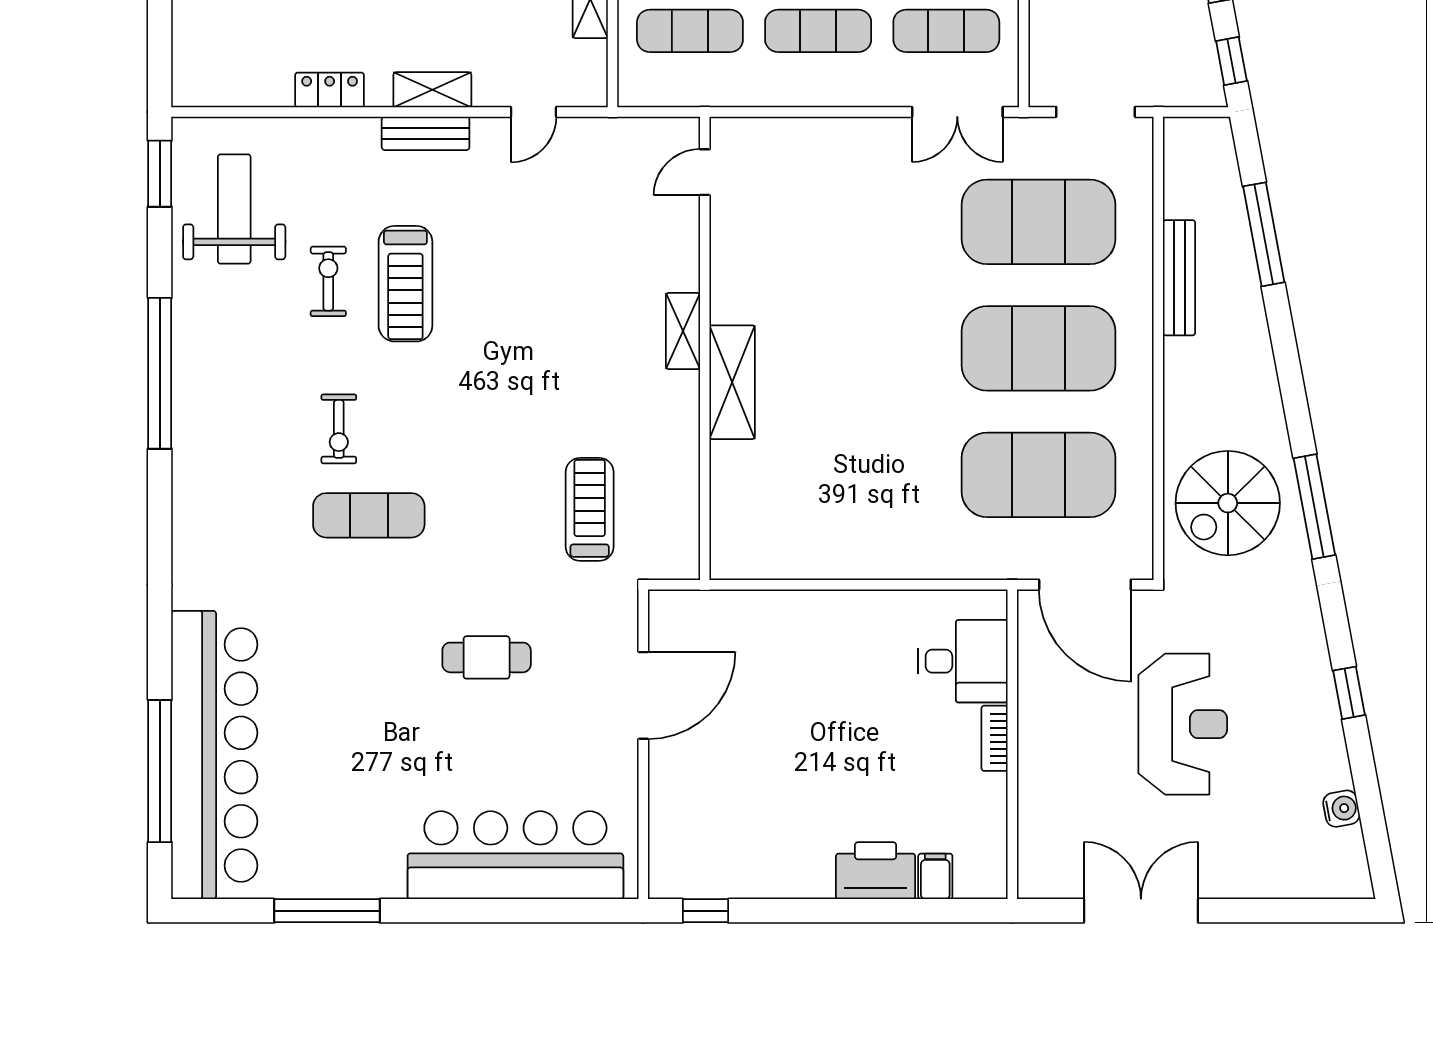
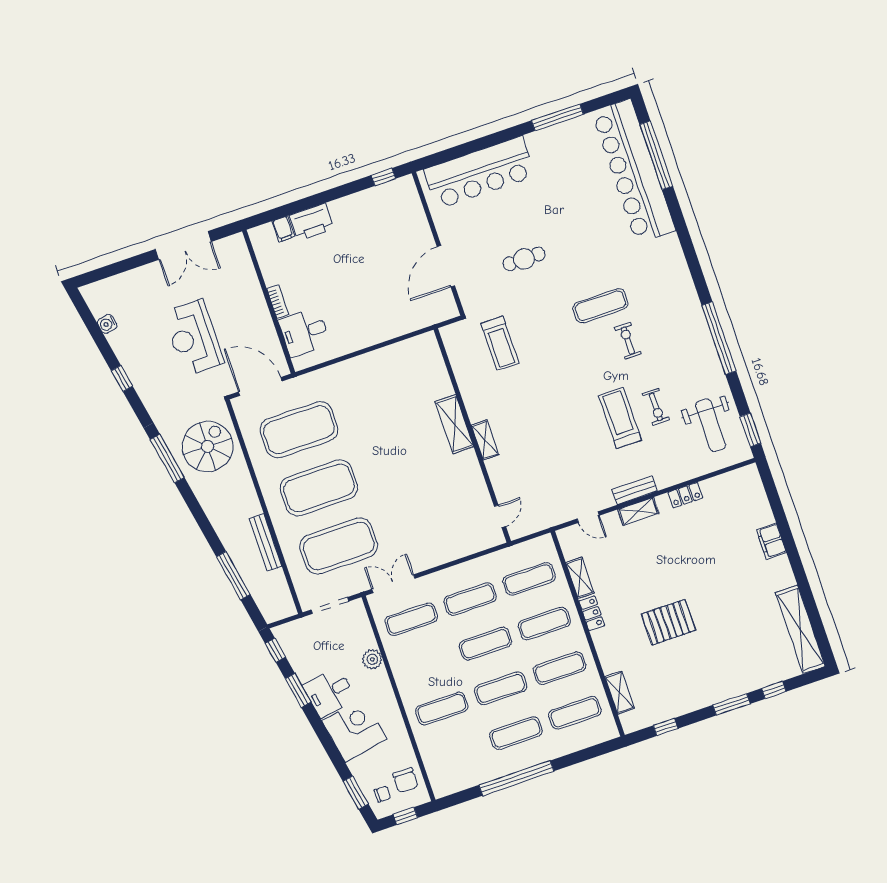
door: (534, 112) -> (588, 517), swing flipped

